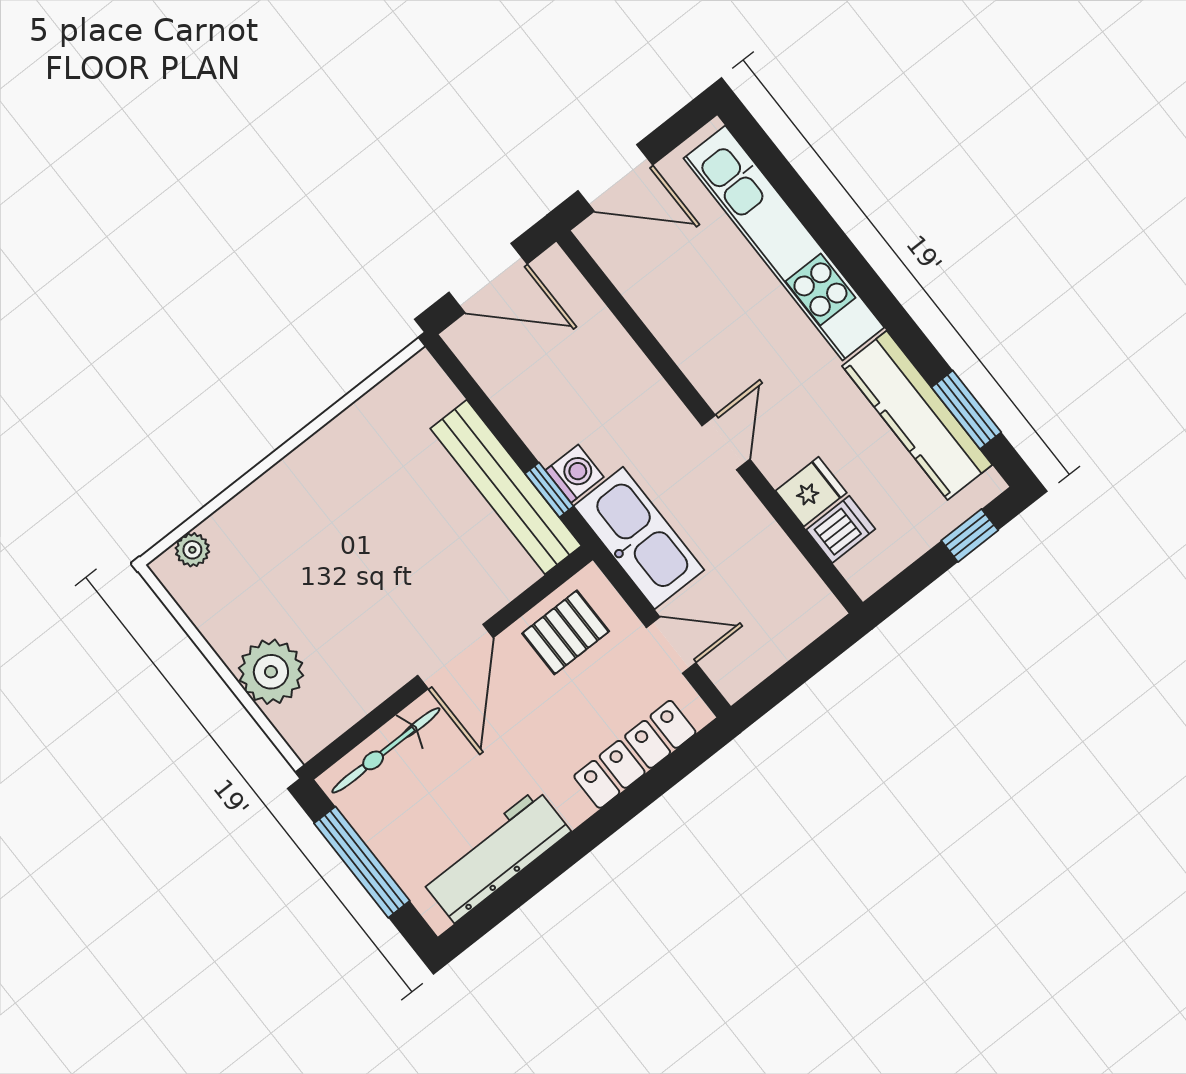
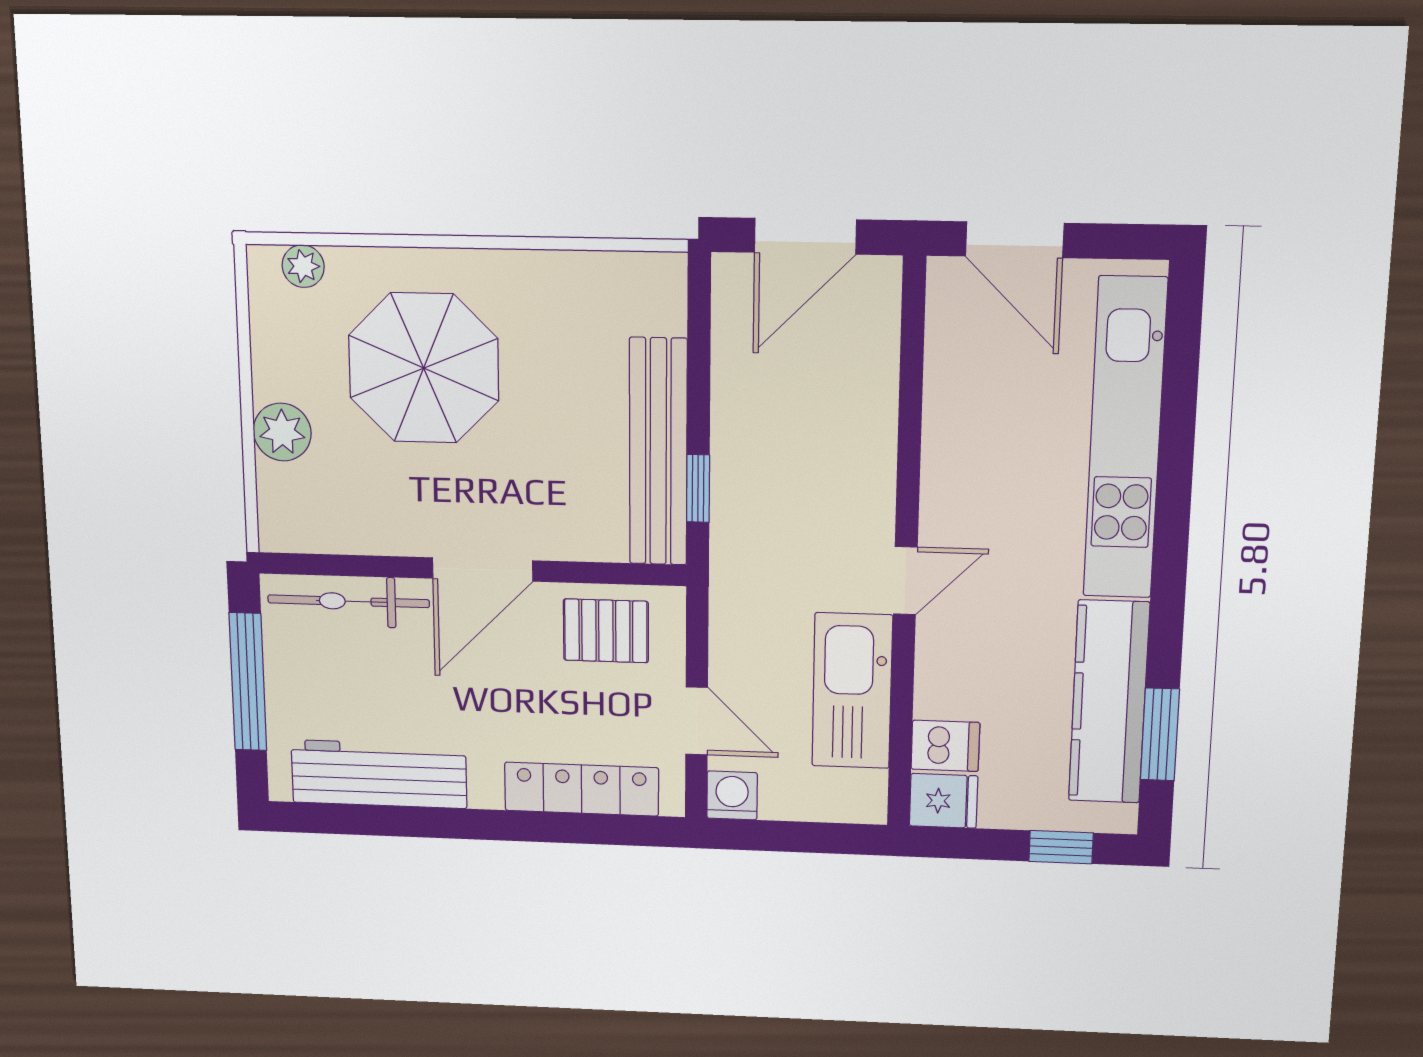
door: (488, 278) -> (805, 236), hinge flipped
washing machine: (575, 474) -> (732, 795), moved, turned -90
fridge: (811, 492) -> (944, 801), moved
kitchen sink: (639, 538) -> (852, 691), moved, turned 180
parasol: (317, 554) -> (424, 368), added
plant: (271, 672) -> (282, 432), width x0.73, depth x0.73

